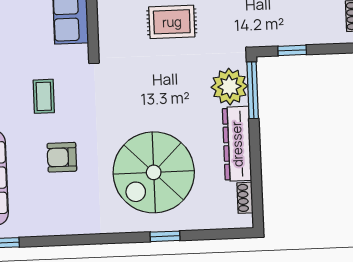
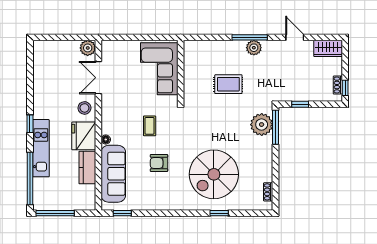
dresser: (237, 144) -> (265, 159), removed

